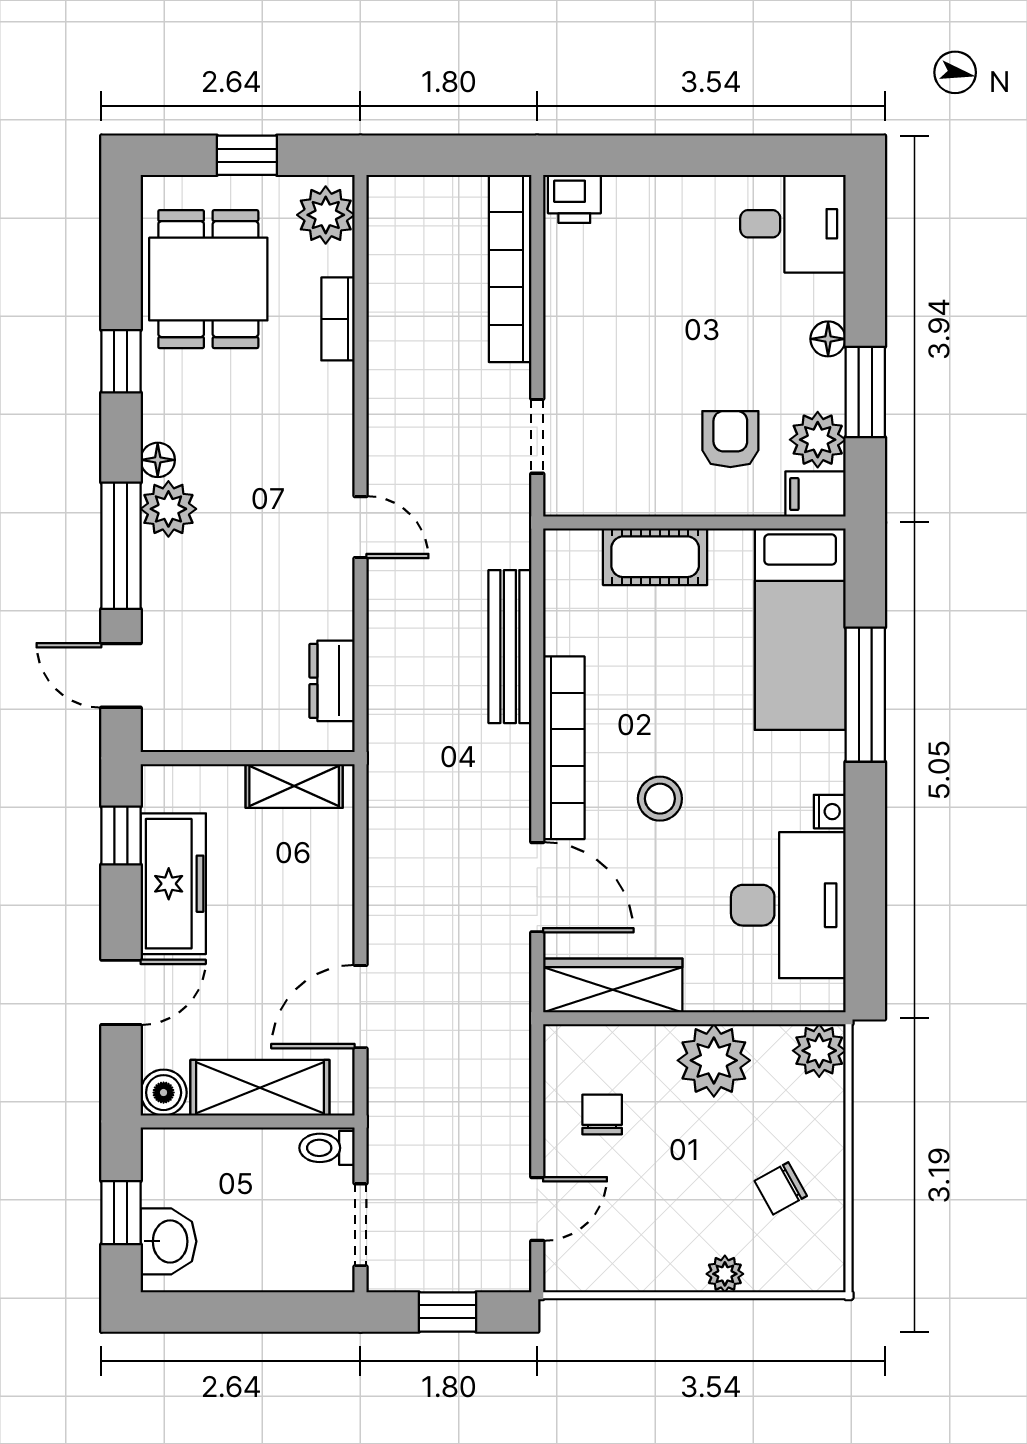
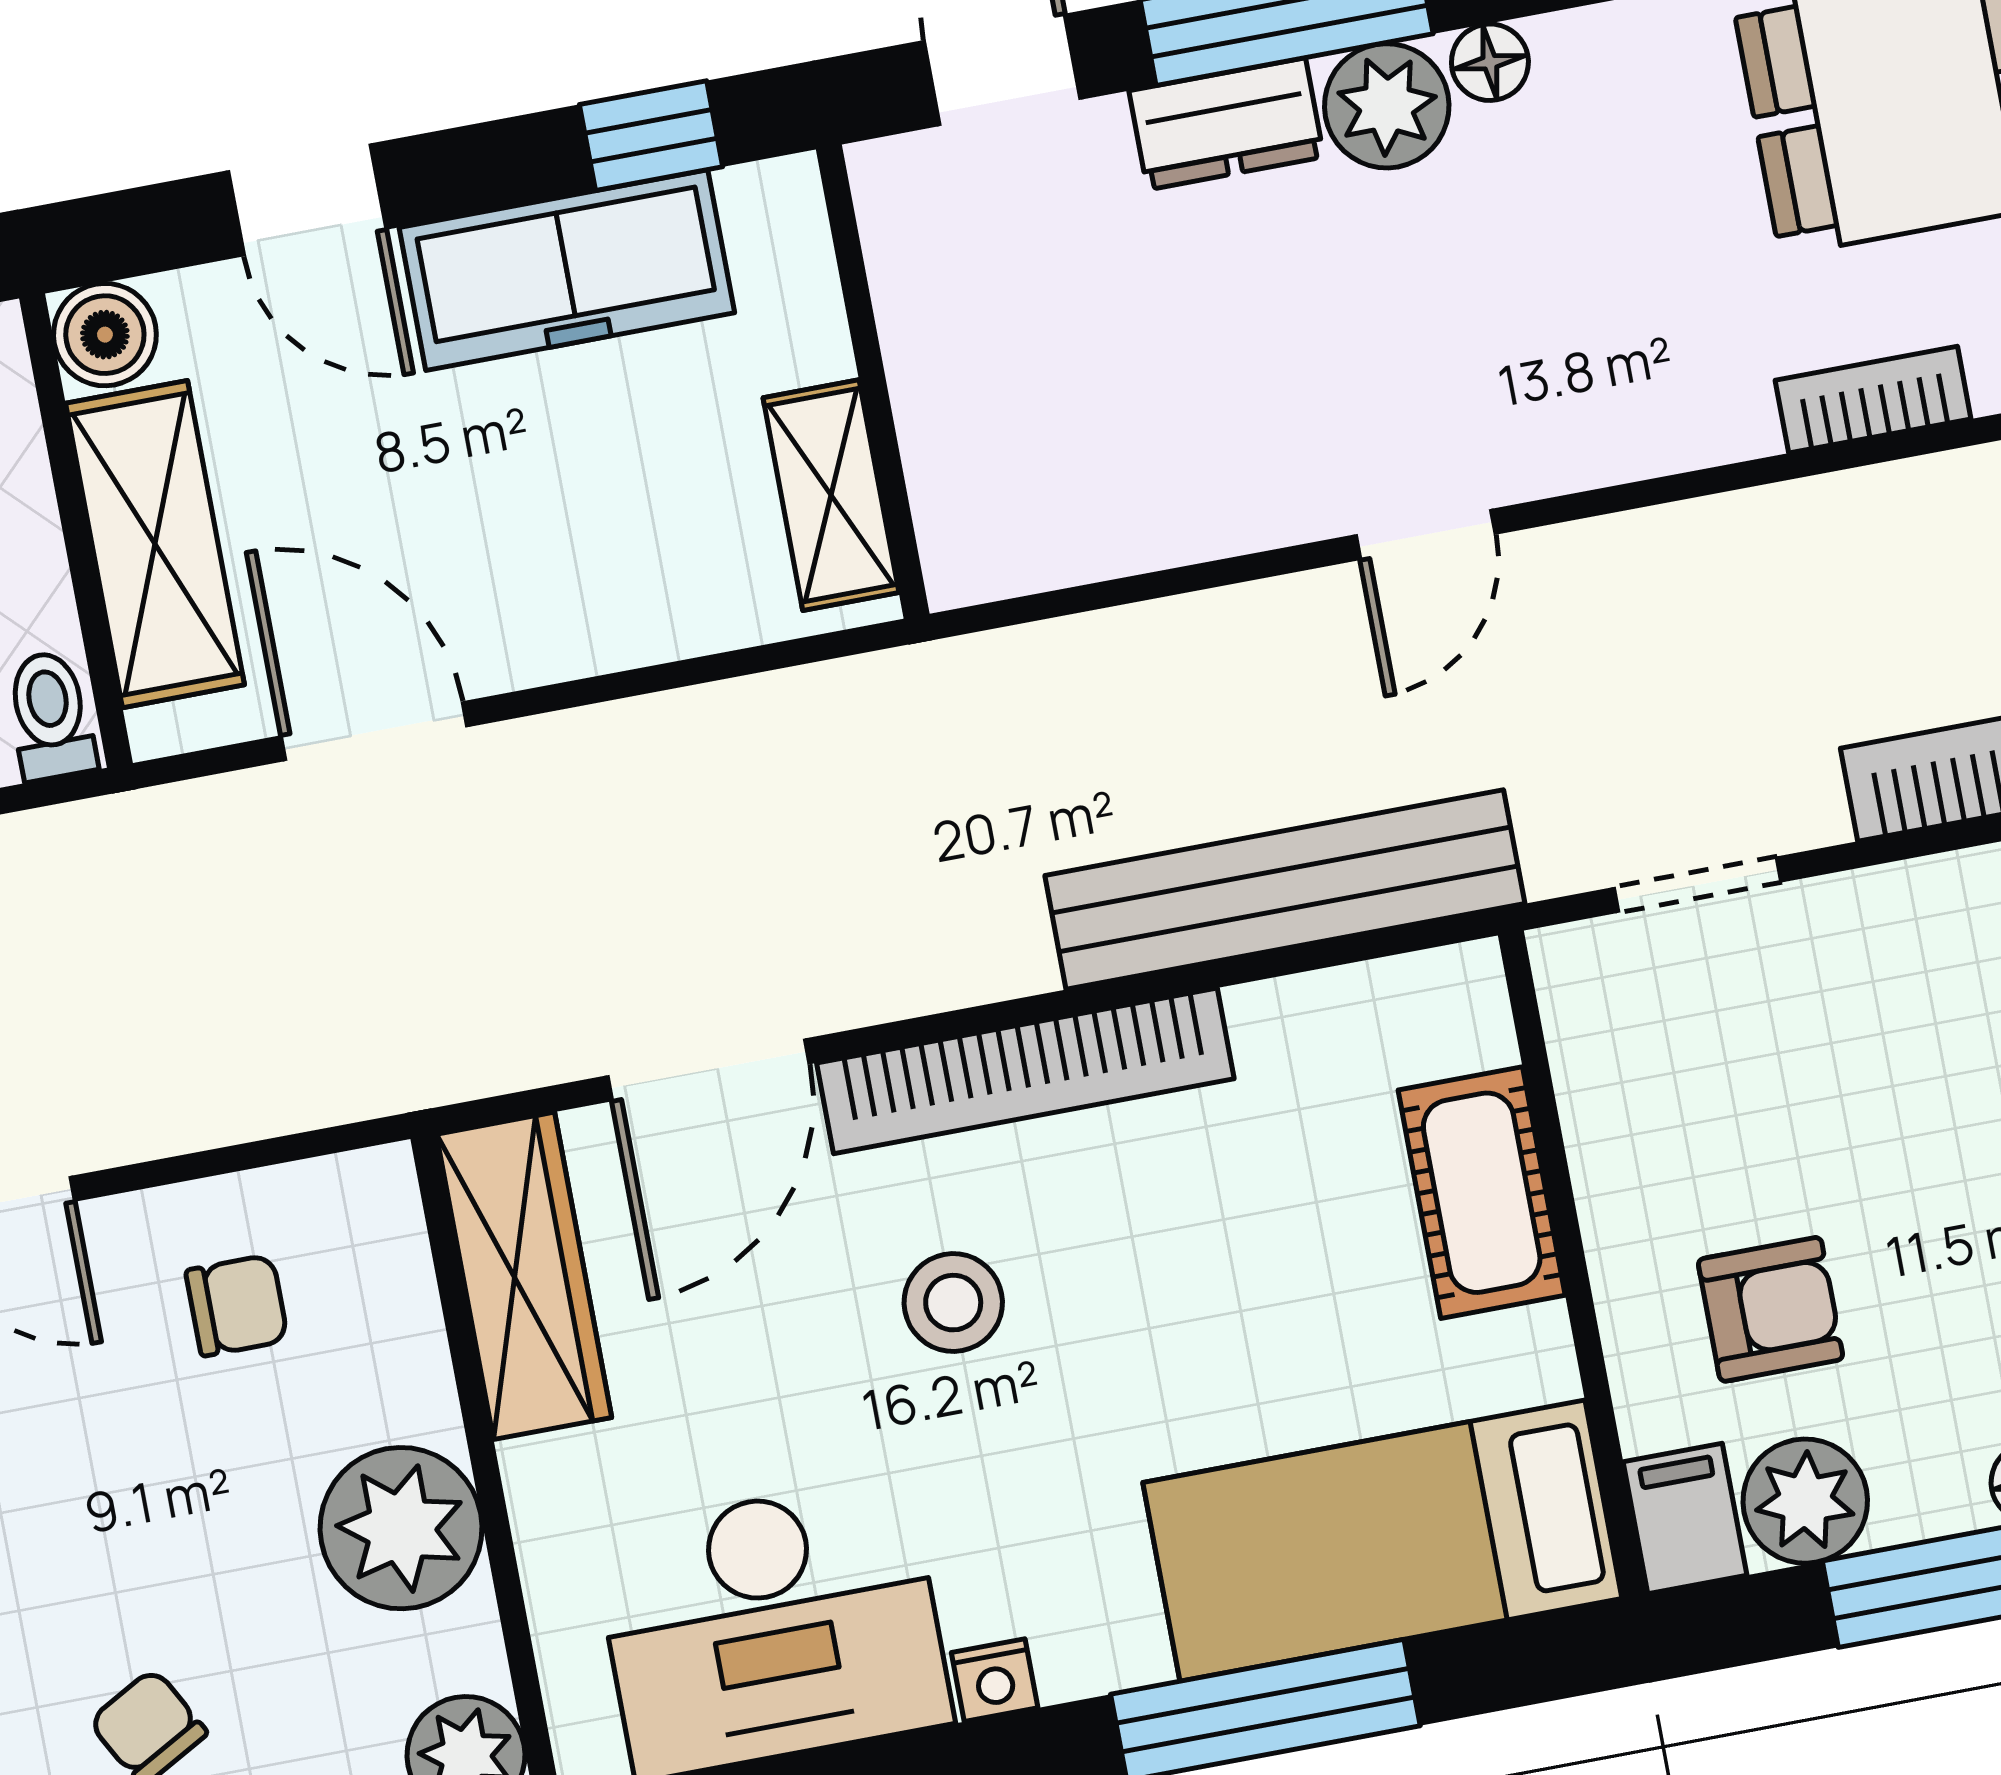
bench: (510, 647) -> (1285, 890), width x1.37, depth x1.21
dresser: (332, 681) -> (1226, 124), moved, turned 180

